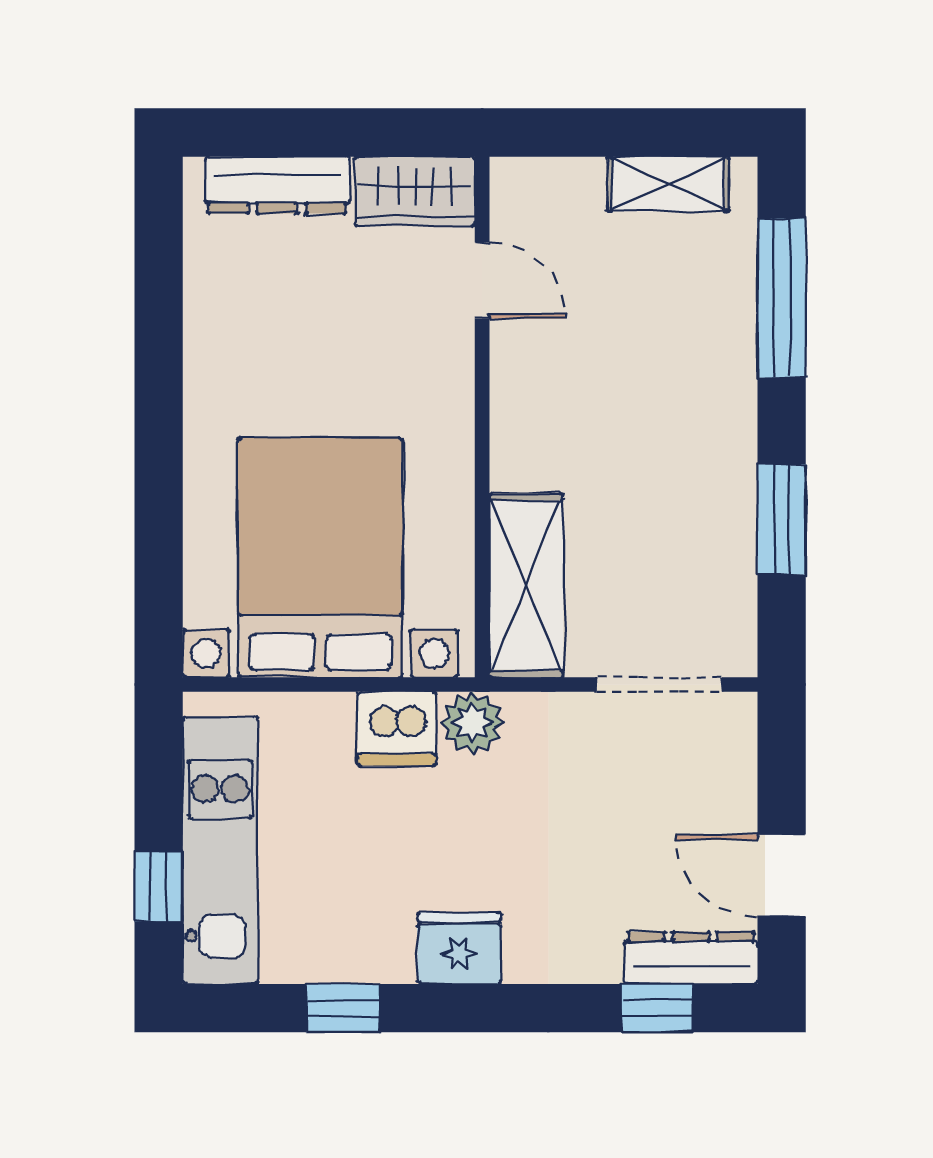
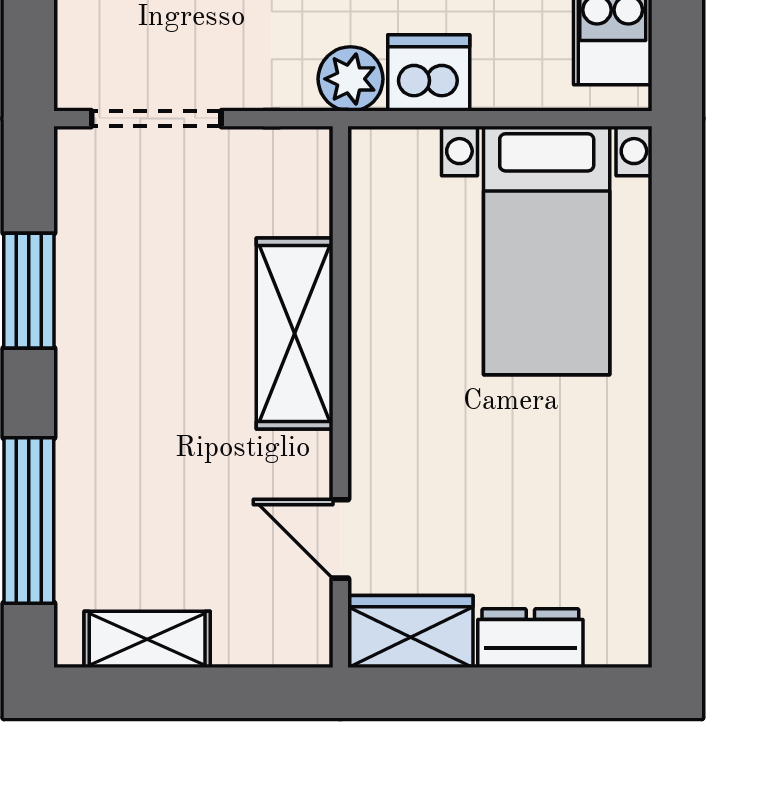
dresser: (277, 185) -> (530, 638), width x0.70
bed with nightstands: (320, 558) -> (547, 251), width x0.73
shelving: (526, 585) -> (295, 334), moved

